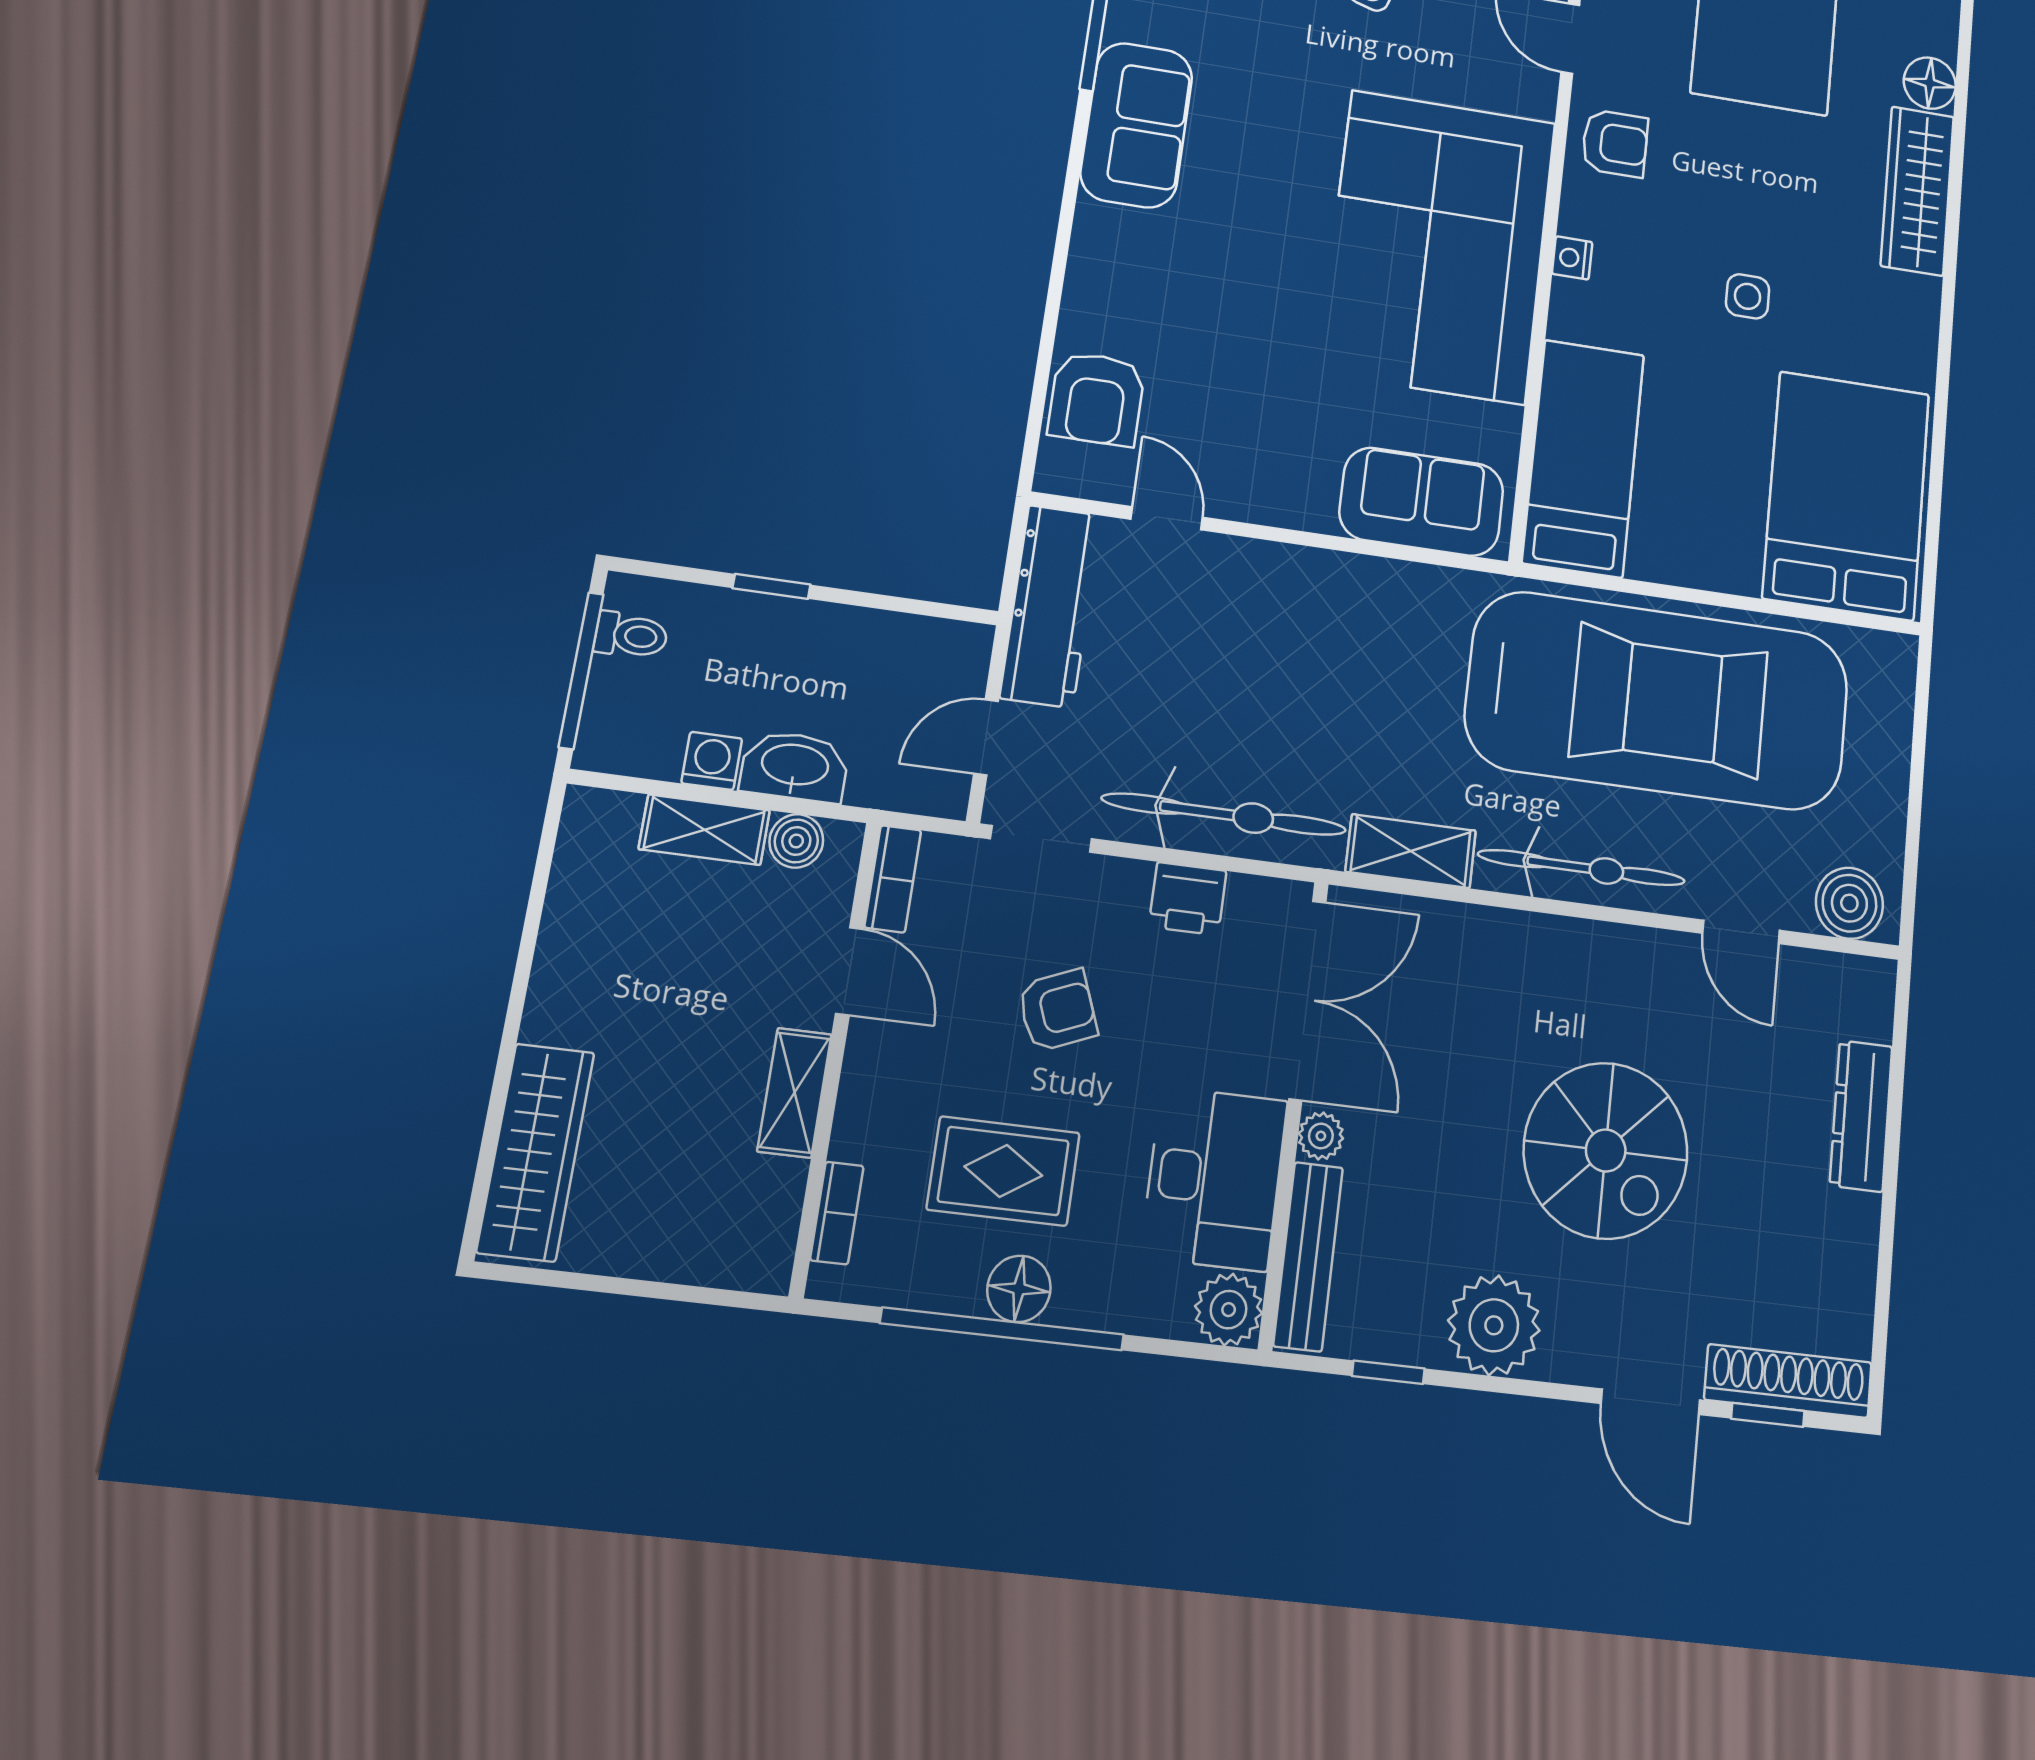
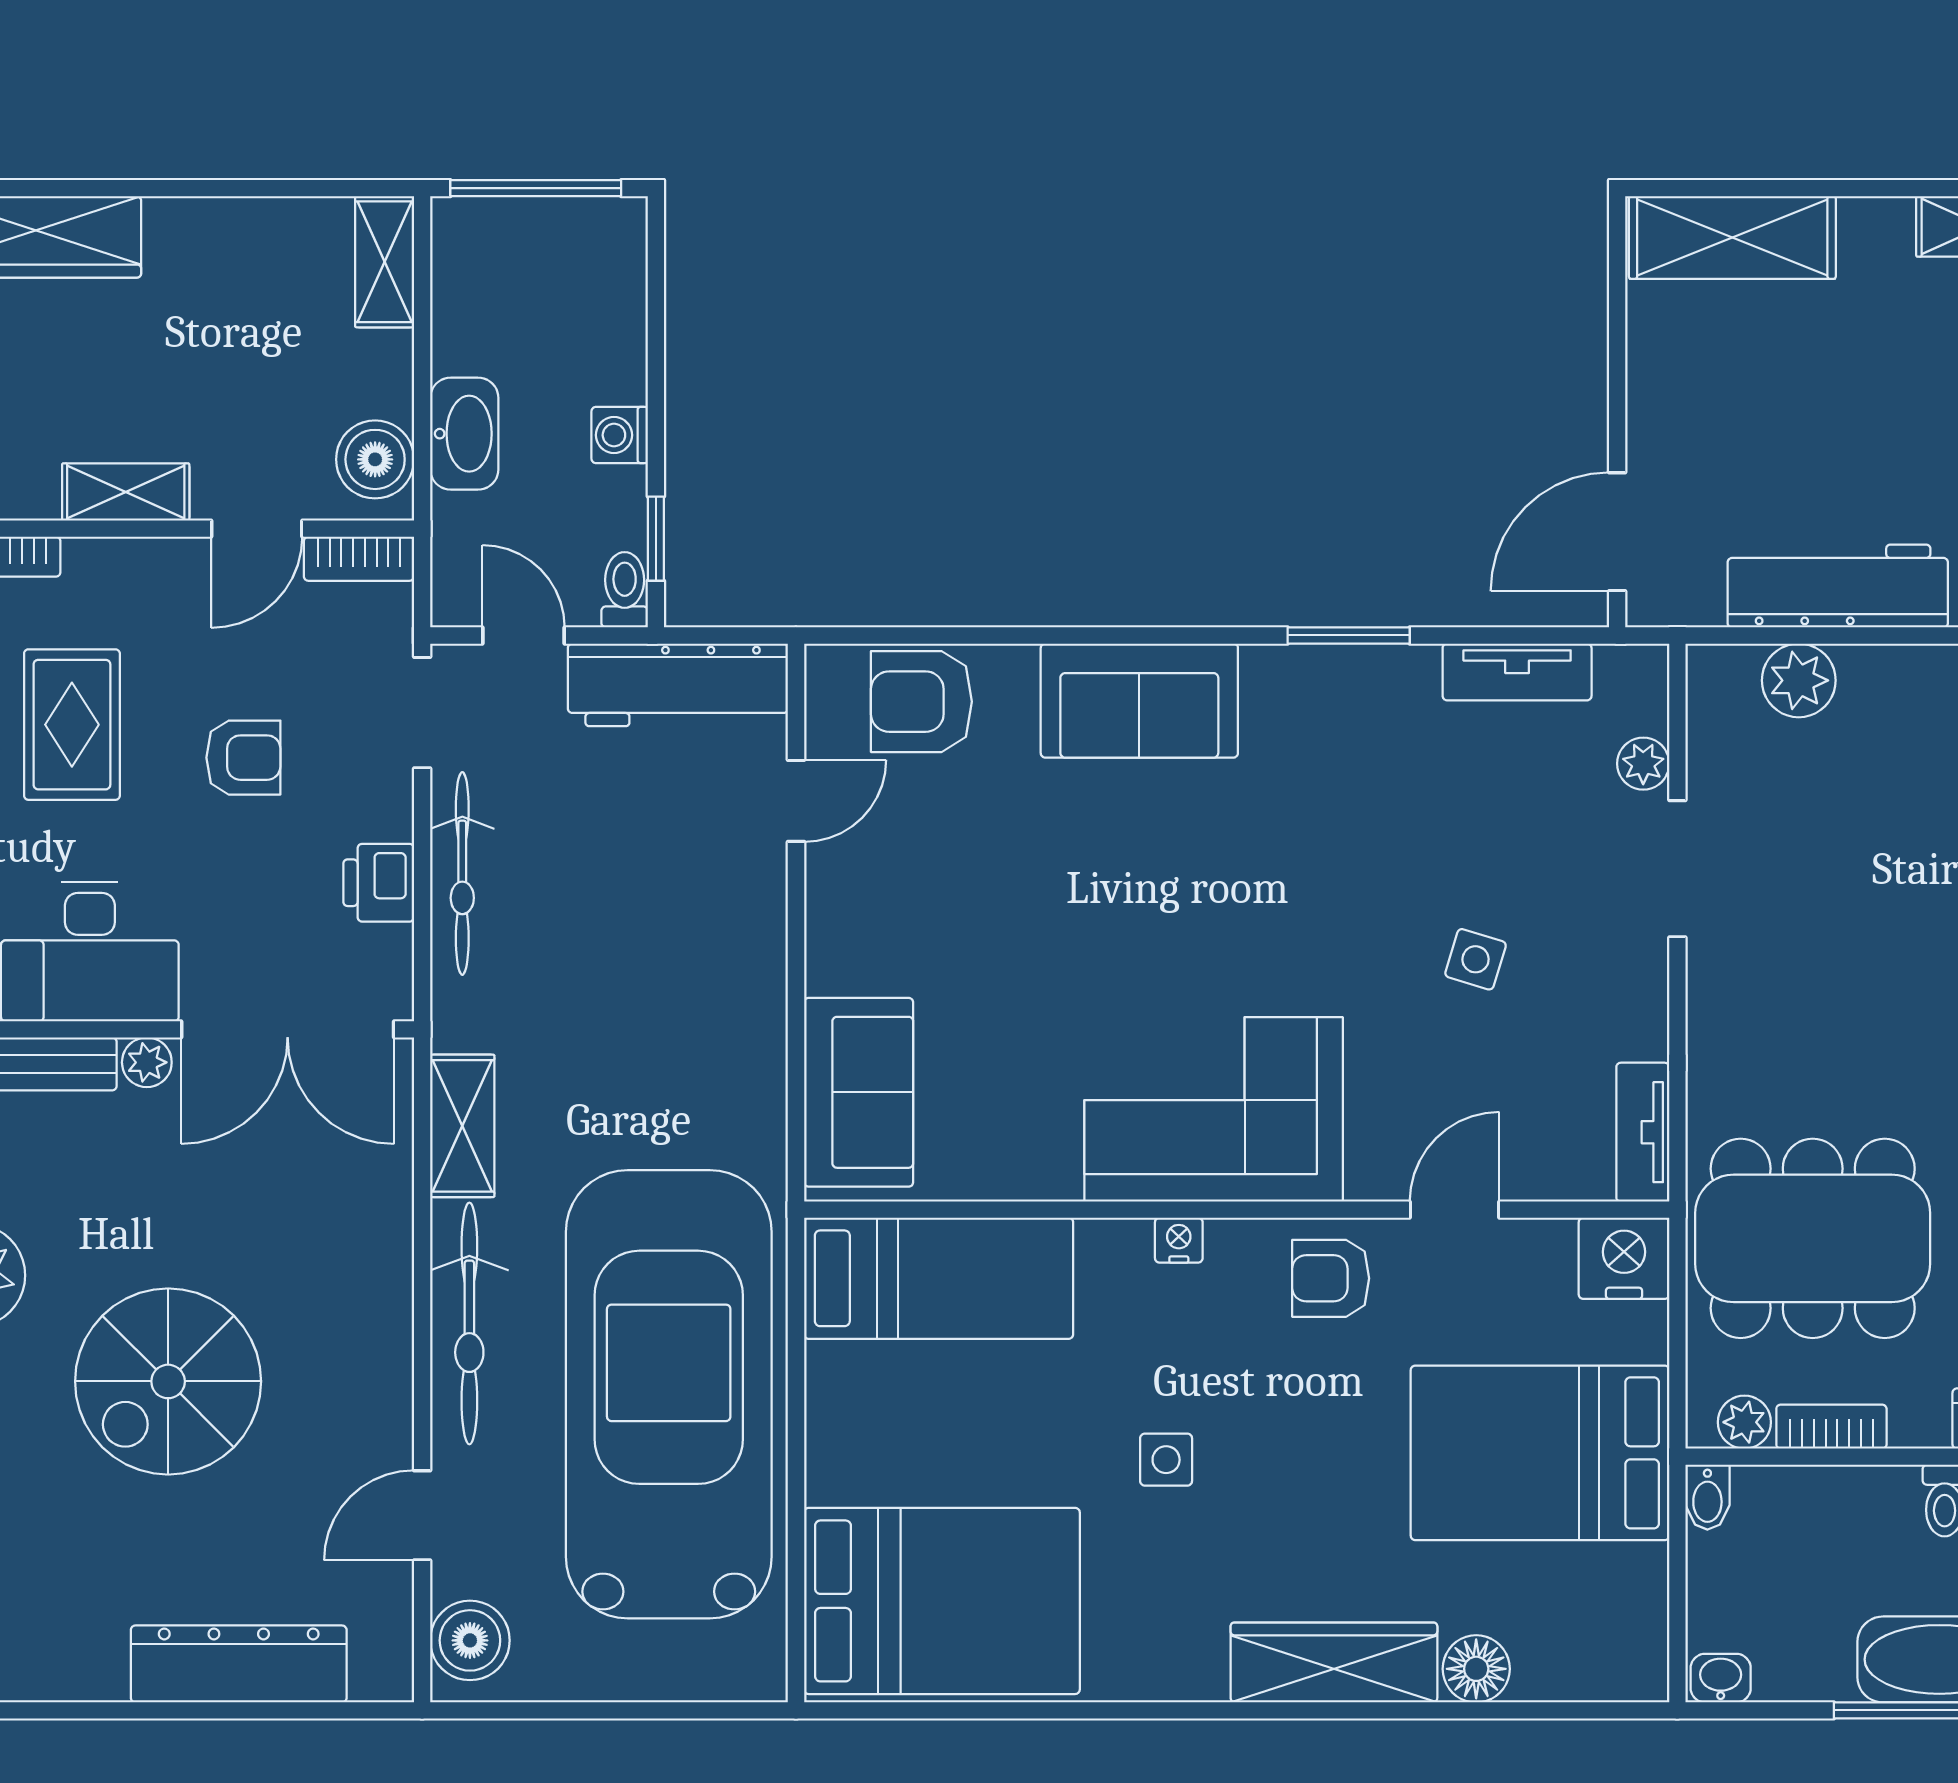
sofa: (1136, 125) -> (1139, 701), moved
armchair: (1615, 143) -> (1331, 1278), turned 90
corner sofa: (1438, 246) -> (1214, 1109), width x0.73, depth x0.74
window: (771, 586) -> (656, 539), moved
toilet: (631, 635) -> (625, 590), moved, turned 180
car: (1658, 701) -> (669, 1394), turned 180
washing machine: (712, 761) -> (620, 435), moved, turned 180
bicycle: (1224, 814) -> (462, 873), width x0.73, depth x0.71
shelving: (704, 830) -> (385, 262), moved
boiler: (796, 841) -> (375, 459), width x1.36, depth x1.36
armchair: (1057, 1010) -> (243, 758), turned -68
dresser: (1861, 1116) -> (239, 1664), width x1.37, depth x1.24

